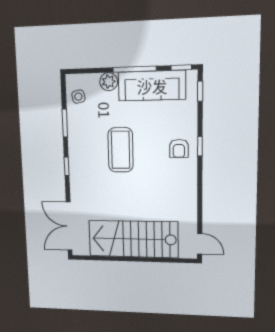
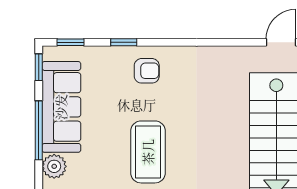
window: (200, 146) -> (124, 42), moved
coffee table: (121, 150) -> (148, 152), turned 90

